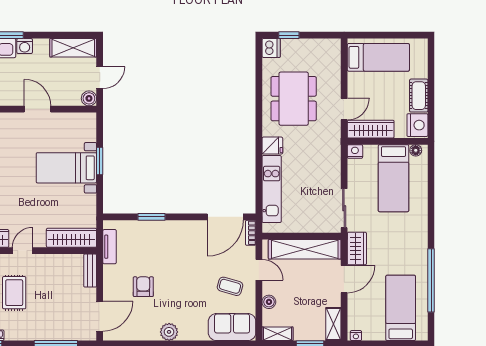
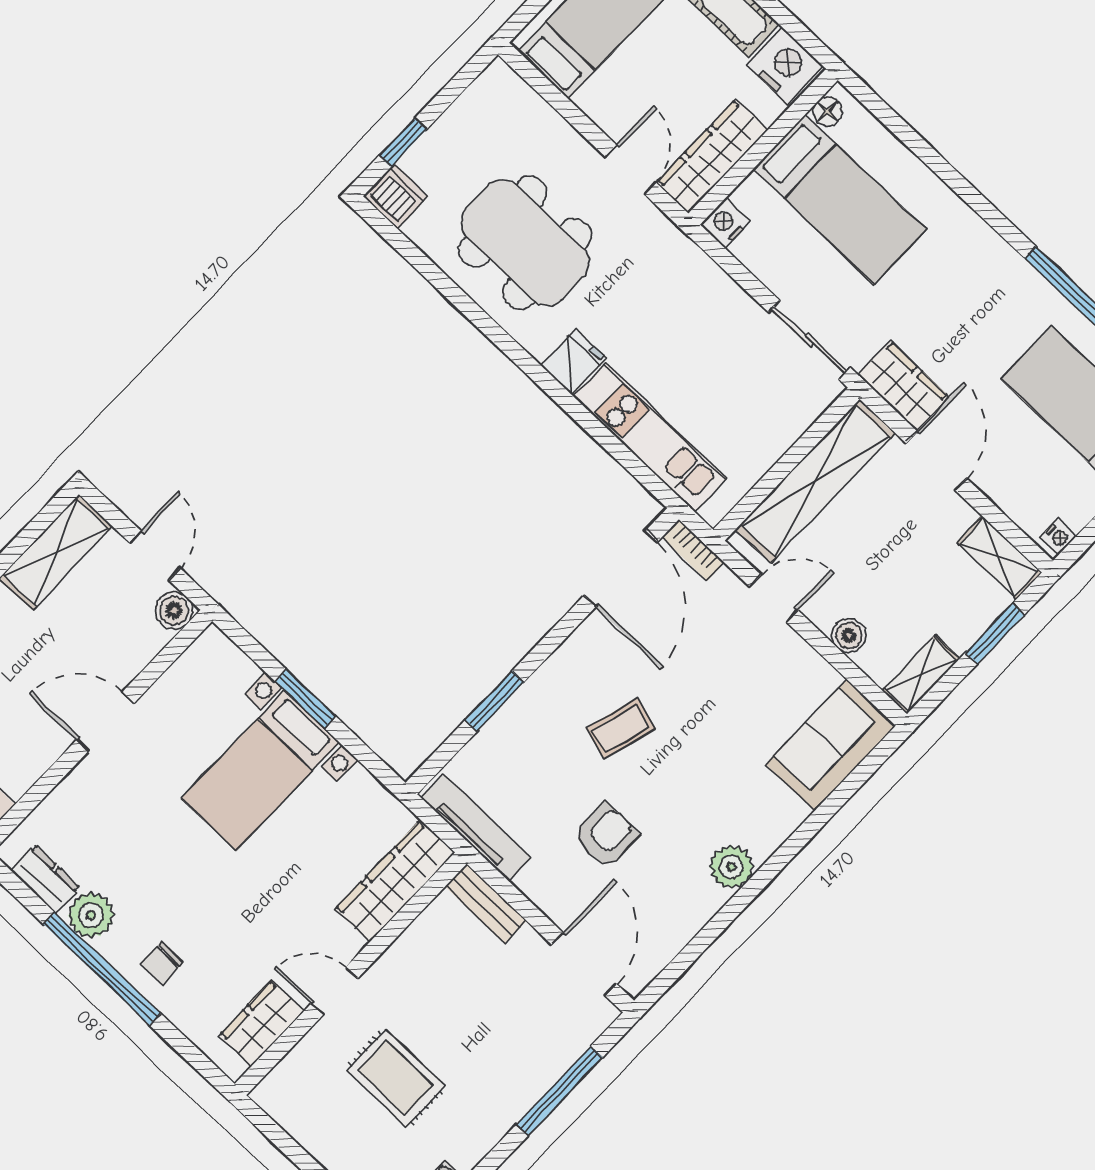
tv unit: (110, 247) -> (476, 828), width x1.41
door: (23, 251) -> (334, 991), hinge flipped
coffee table: (230, 286) -> (621, 728), moved
armchair: (143, 287) -> (606, 836), turned 90

